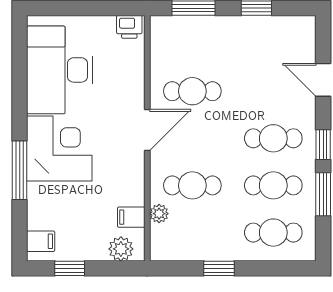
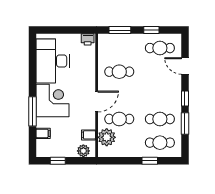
door: (147, 130) -> (97, 101), moved
cafe table: (273, 138) -> (160, 48), moved
plant: (159, 214) -> (107, 137), width x1.88, depth x1.88
filing cabinet: (41, 241) -> (43, 133), moved
window: (219, 268) -> (150, 161), moved

